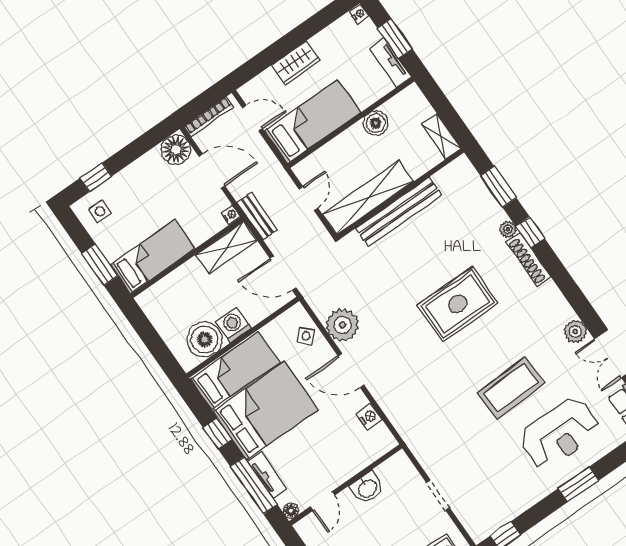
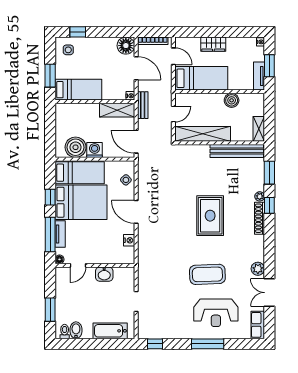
bench: (399, 212) -> (237, 151), moved
rug: (458, 304) -> (210, 216), turned 90
plant: (342, 325) -> (147, 187), removed
window: (578, 484) -> (208, 344), width x1.44

